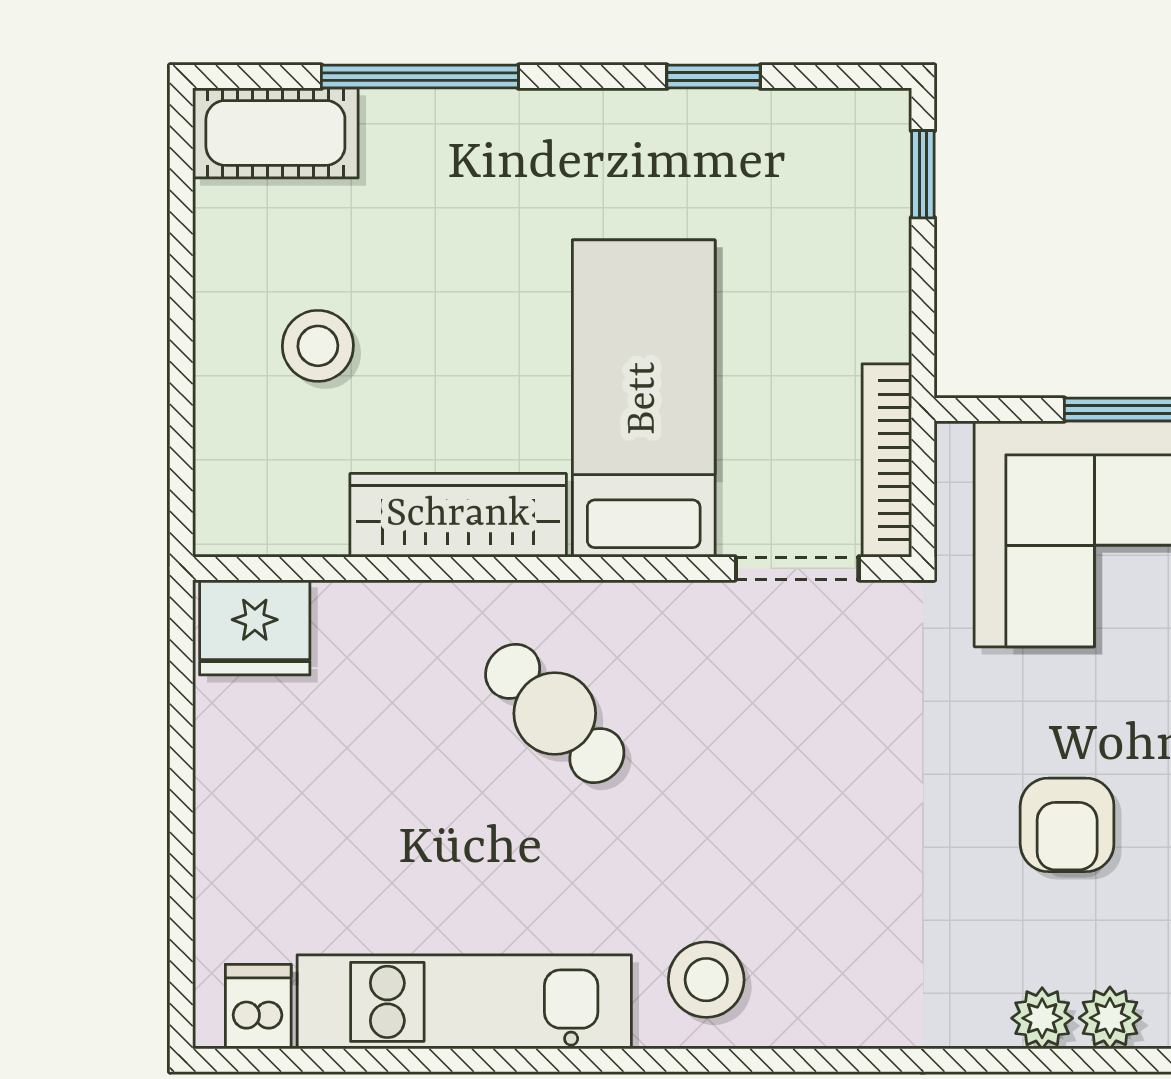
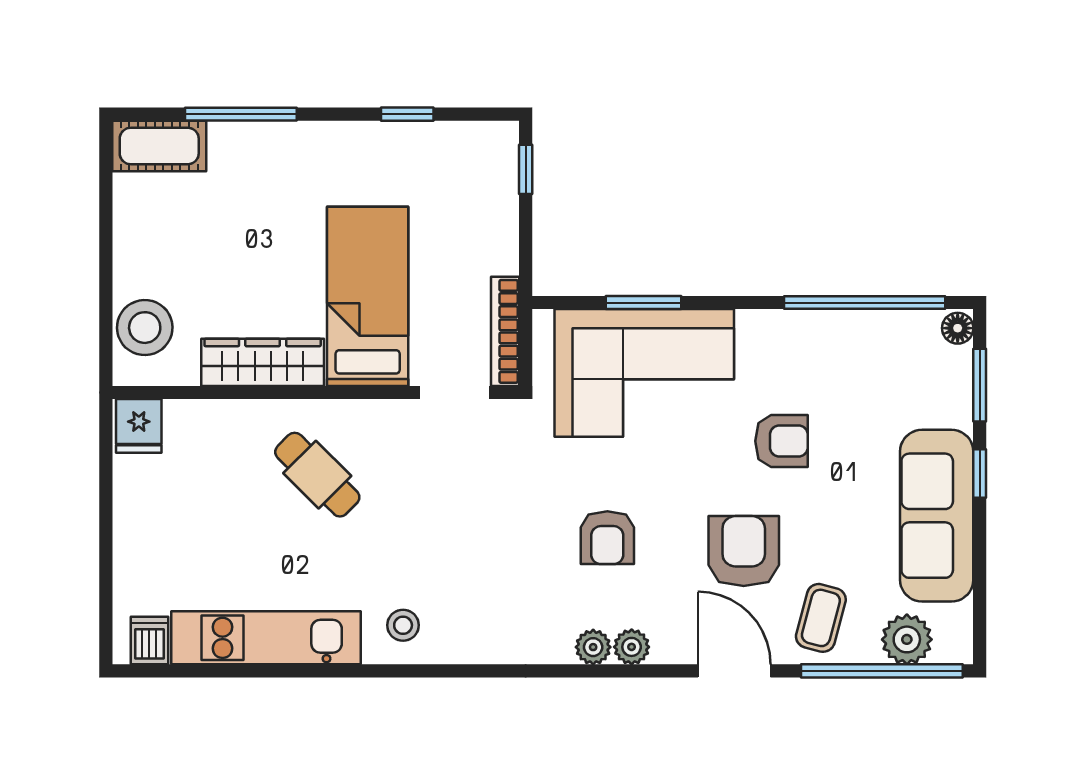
stool: (318, 346) -> (145, 328), moved, width x1.38, depth x1.38
fridge: (255, 627) -> (139, 426), width x0.72
stool: (706, 980) -> (403, 625), width x0.73, depth x0.73

